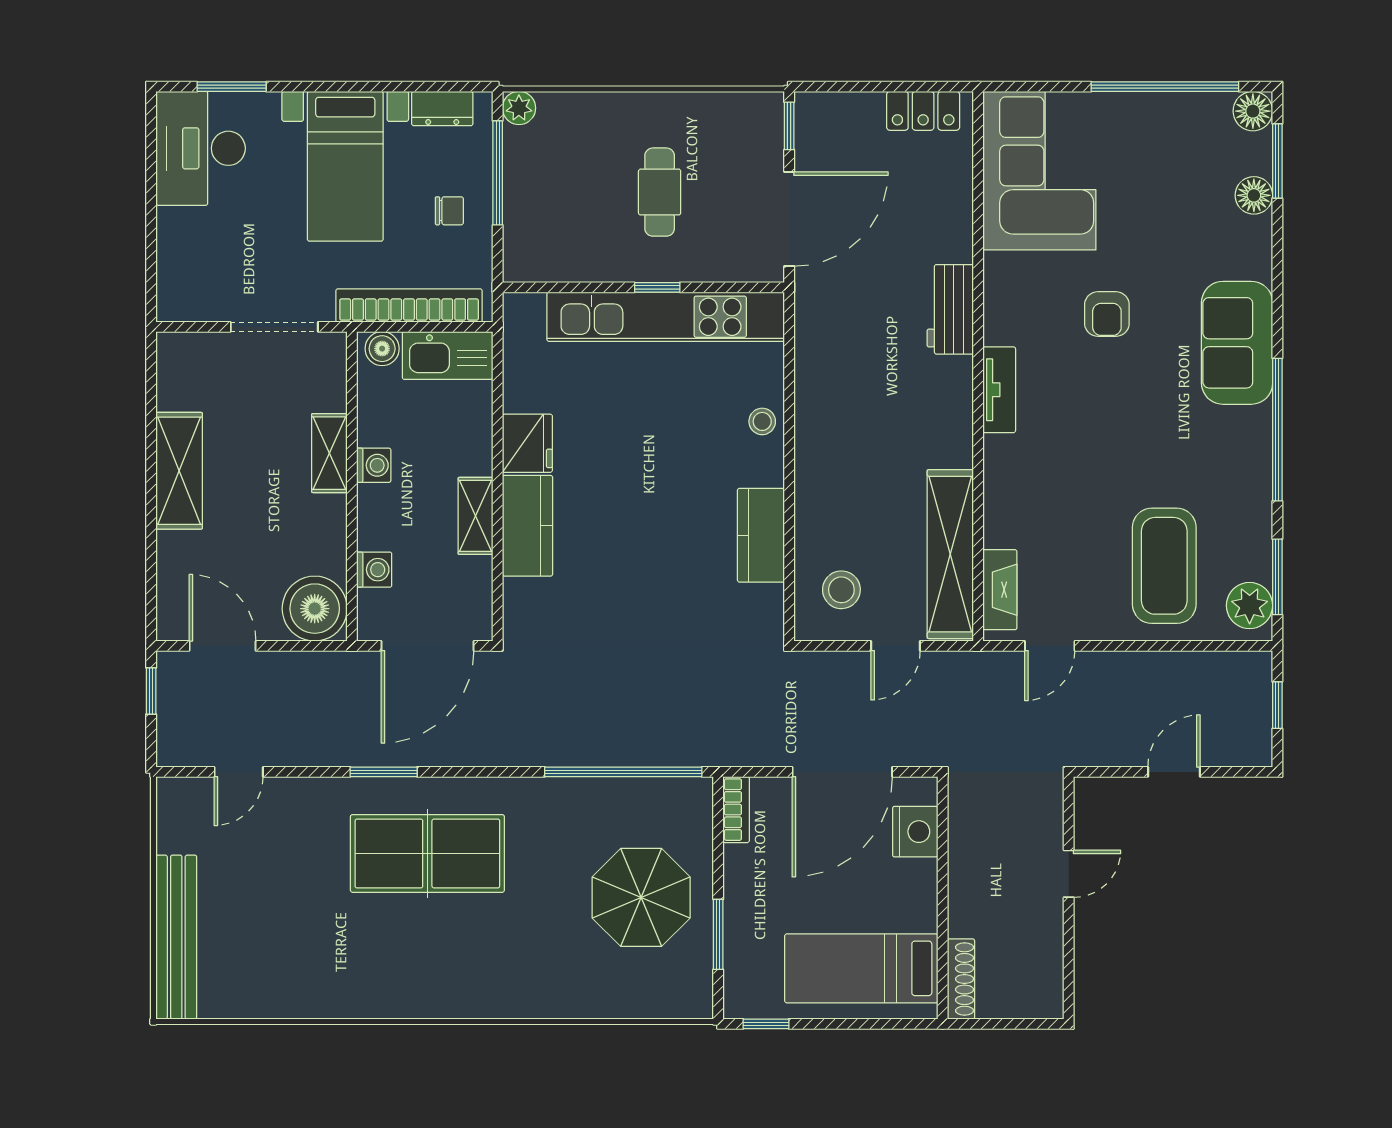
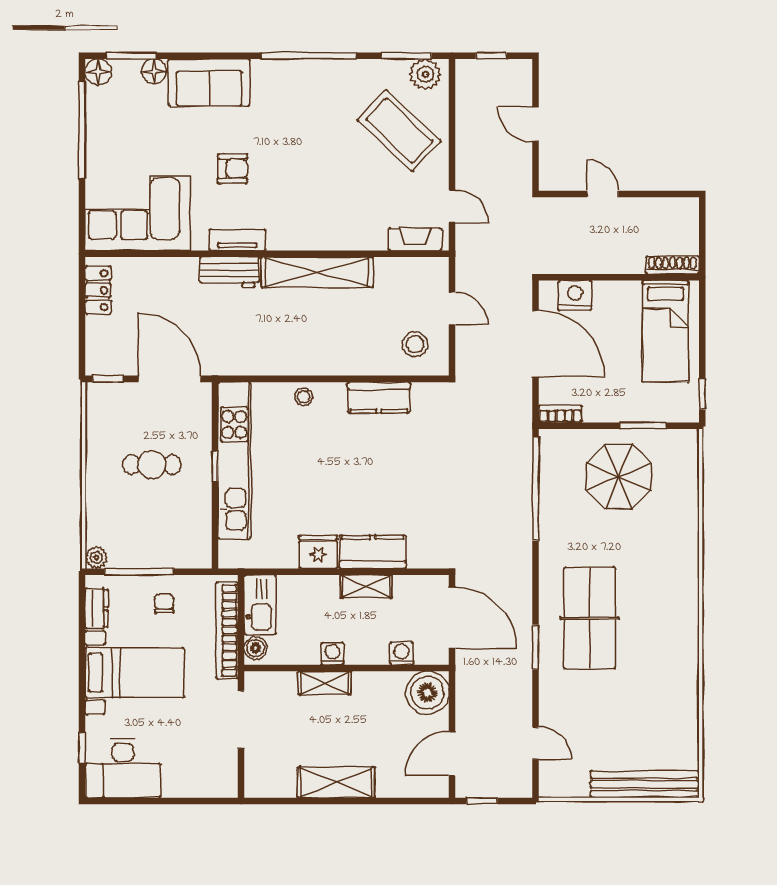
window: (232, 87) -> (82, 748), width x0.67
sofa: (1237, 343) -> (209, 82), moved
tv unit: (999, 390) -> (237, 240), moved
shelving: (950, 554) -> (317, 272), moved
coffee table: (1164, 566) -> (399, 131), turned 43

